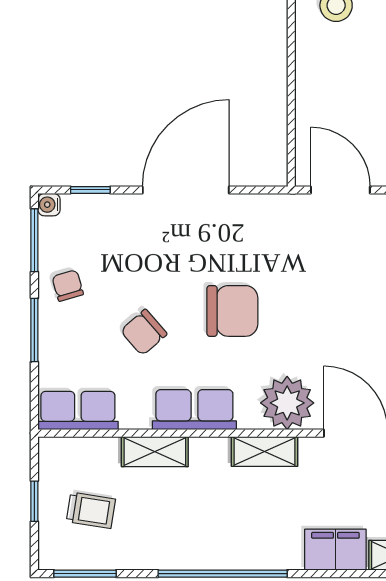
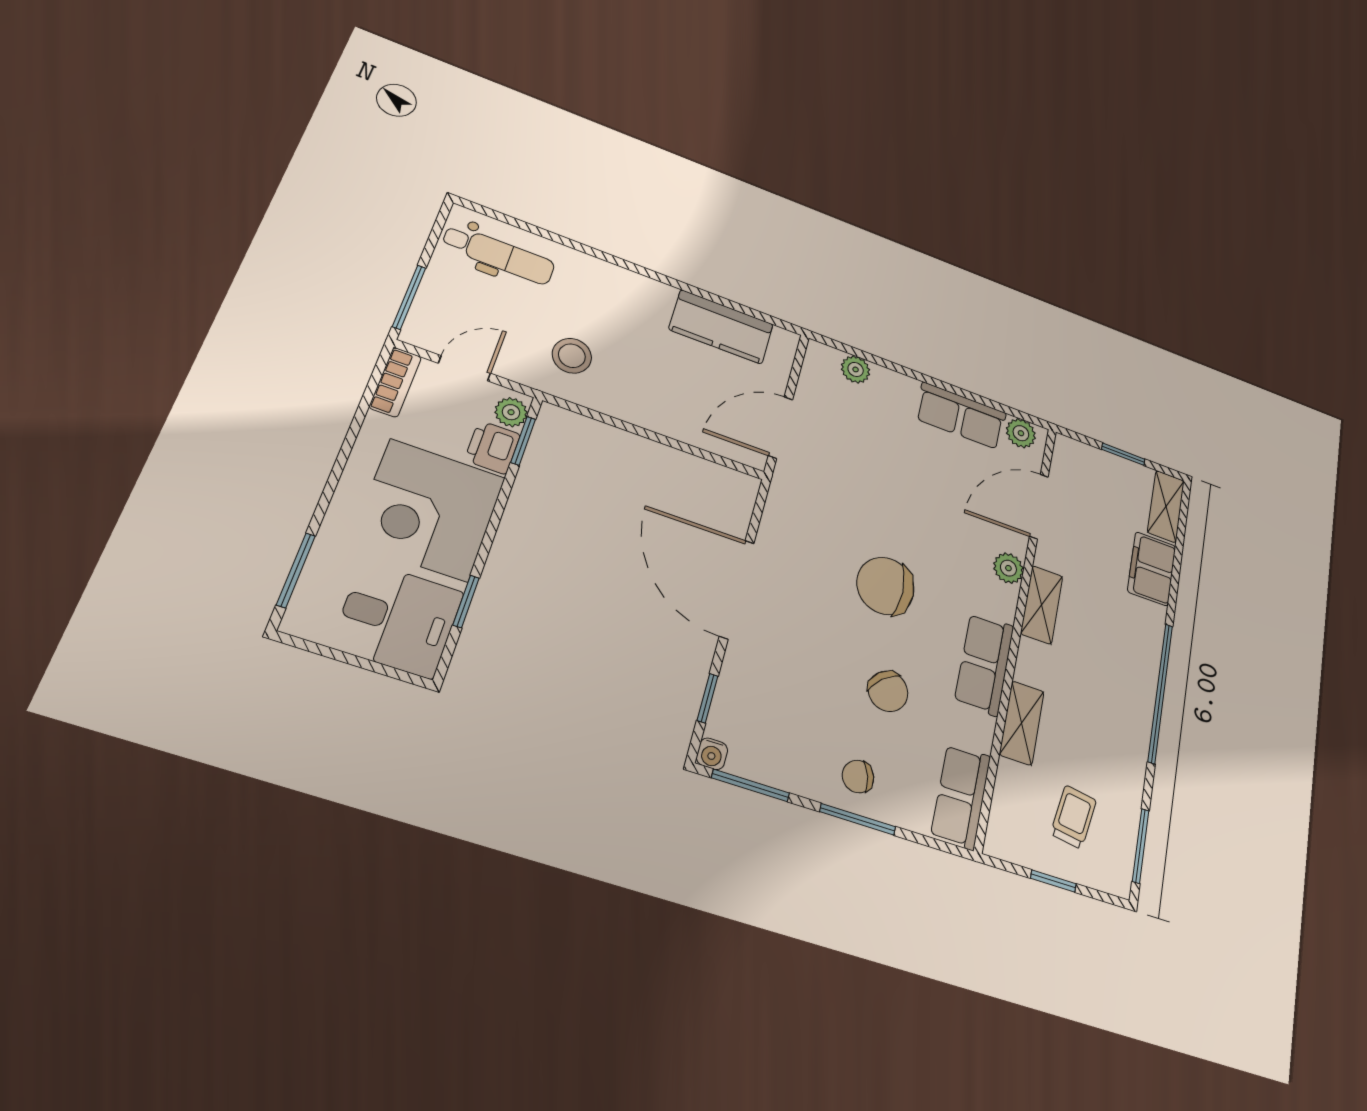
chair: (68, 286) -> (858, 777), moved
chair: (232, 311) -> (885, 586), turned -90
plant: (287, 403) -> (1008, 568), width x0.53, depth x0.53

